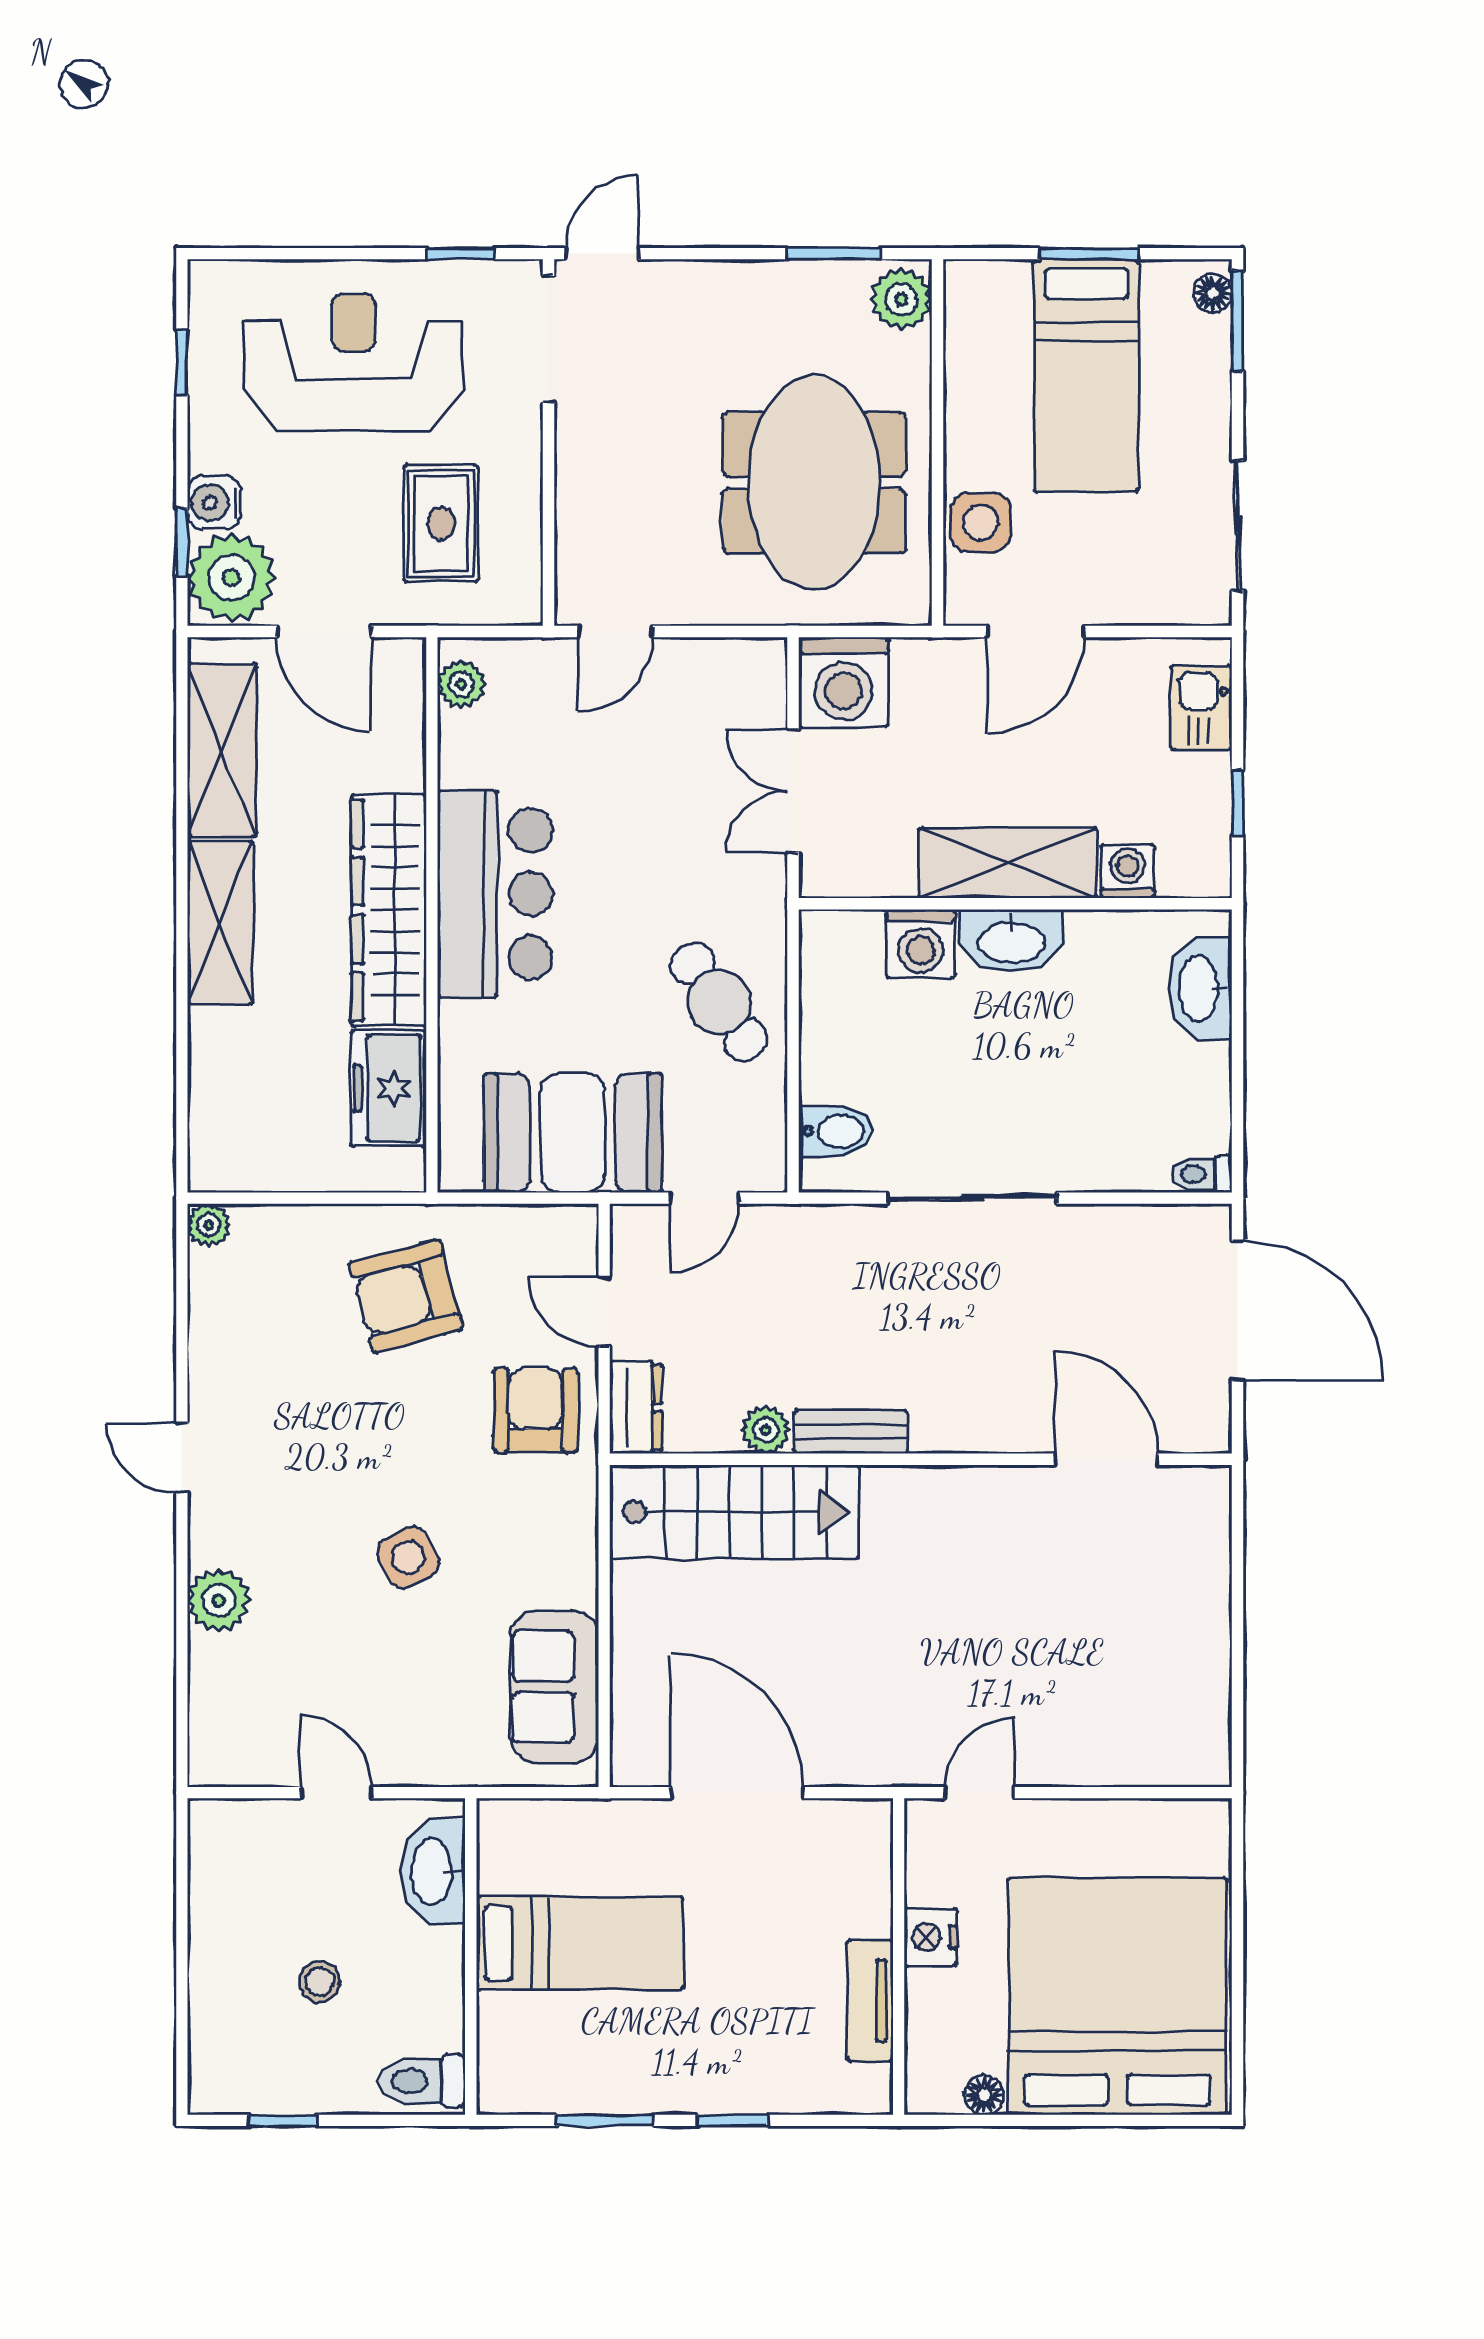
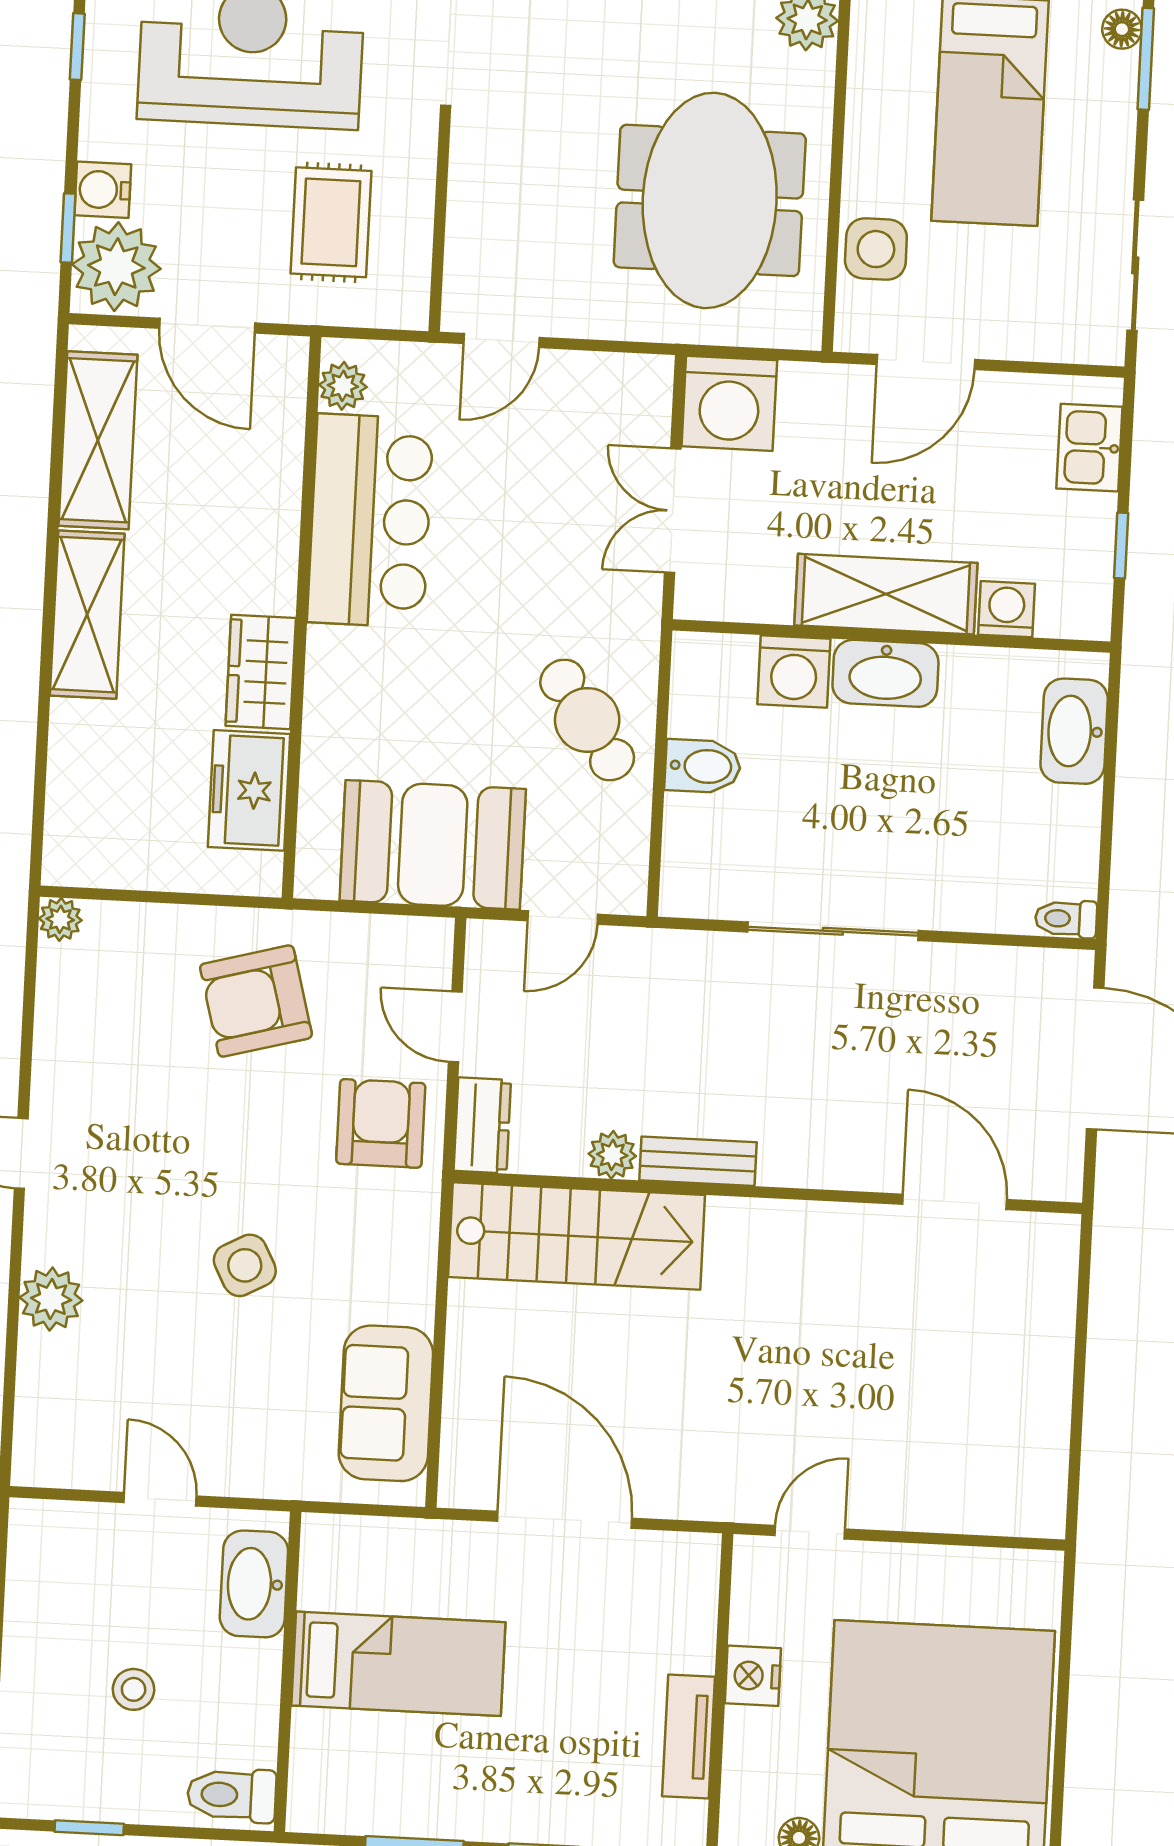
bar counter: (495, 894) -> (370, 521), moved
wardrobe: (389, 910) -> (261, 672), width x0.48, depth x0.85
bidet: (835, 1131) -> (703, 766), moved

